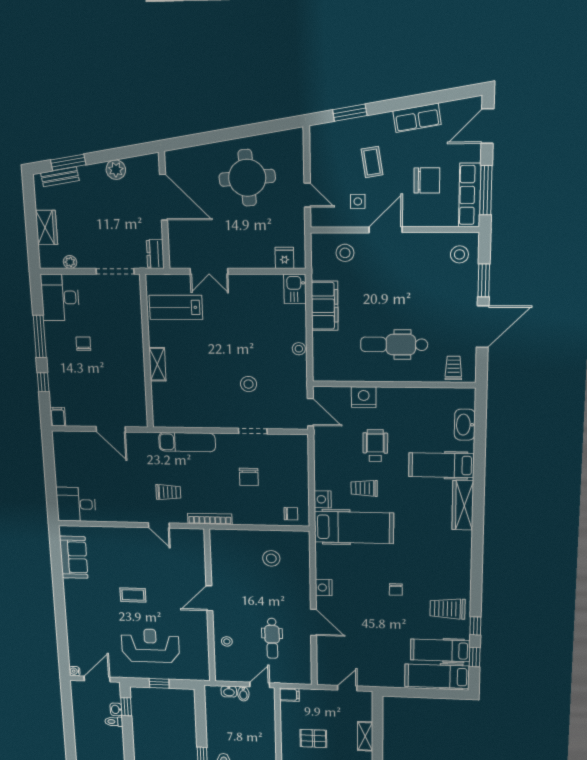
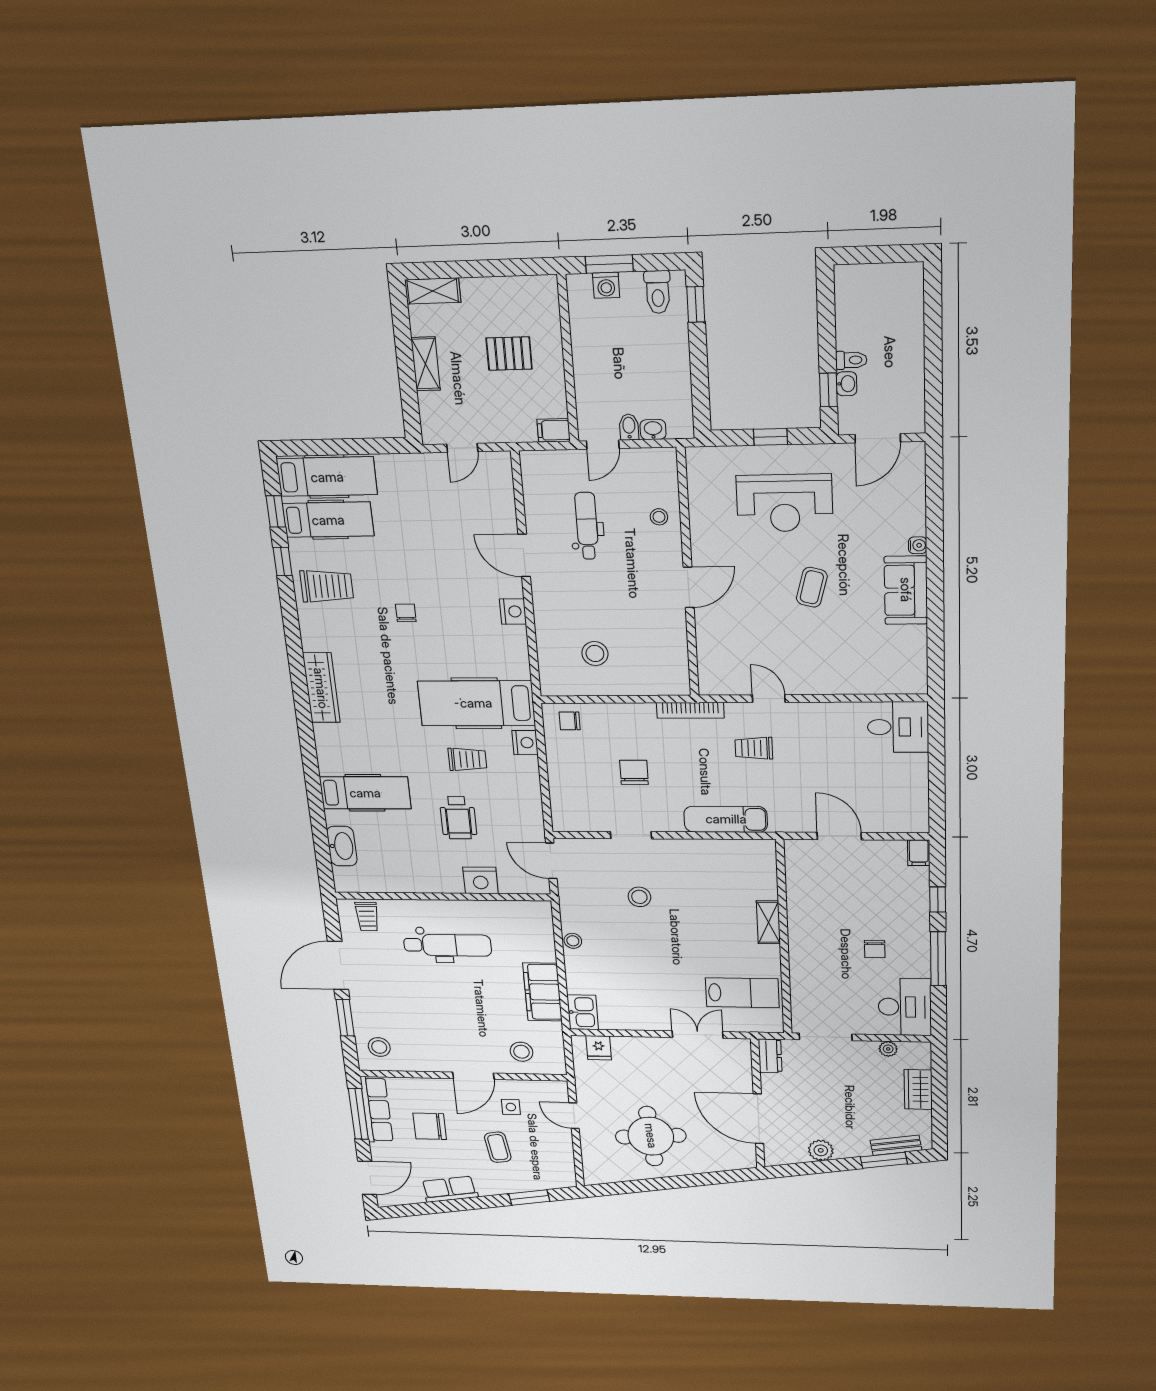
wardrobe: (463, 505) -> (321, 688), moved
sofa: (74, 557) -> (906, 590), moved
coffee table: (133, 595) -> (812, 587), turned -75
water cooler: (74, 671) -> (918, 545), moved

